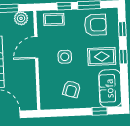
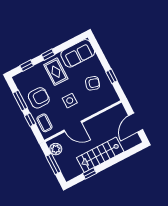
armchair: (95, 25) -> (39, 98), moved, turned 90
window: (100, 111) -> (112, 76), moved

